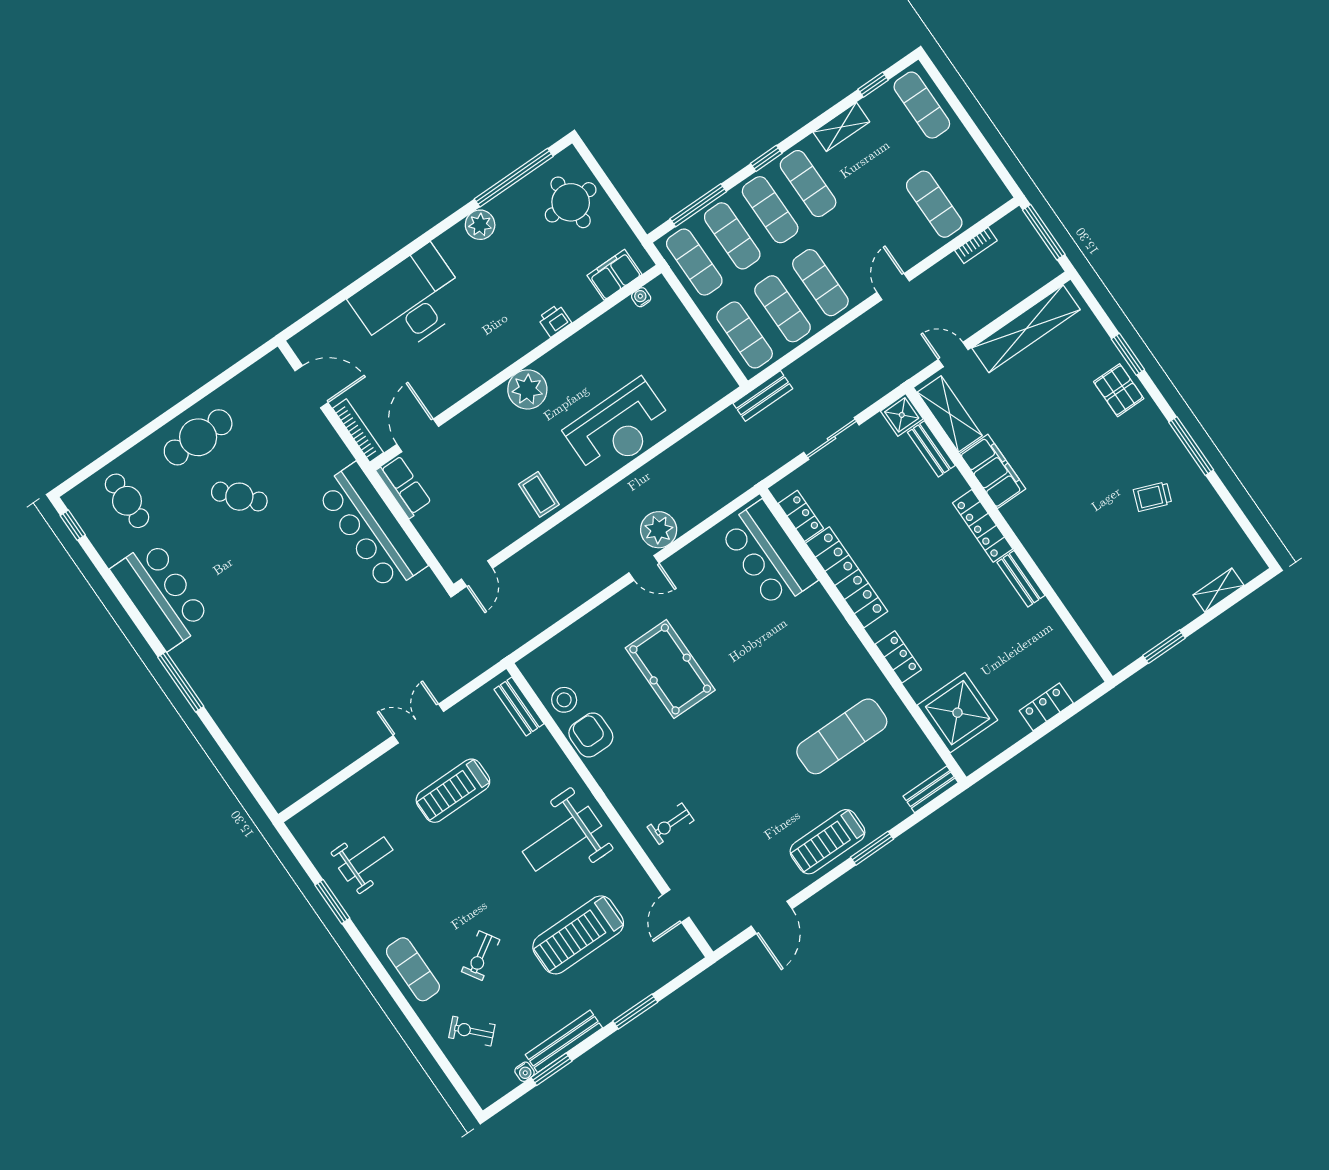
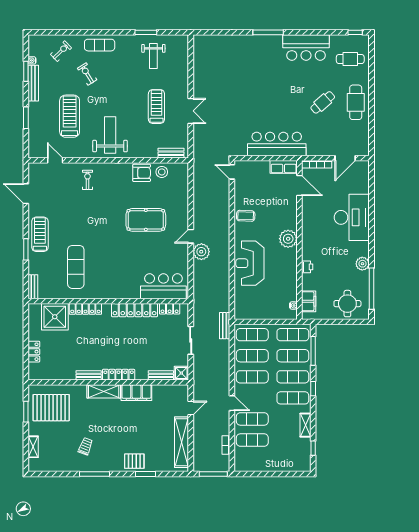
exercise mat: (922, 105) -> (252, 419), moved
shelving: (950, 414) -> (104, 391), moved
pallet: (1126, 606) -> (51, 408), added
locker: (898, 657) -> (85, 309), width x1.53

